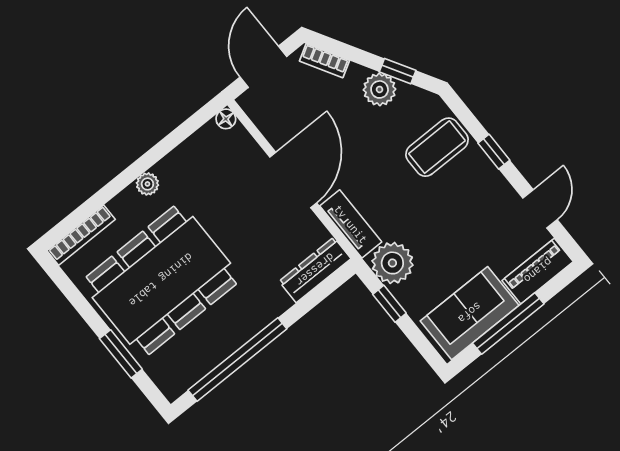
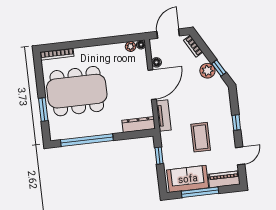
floor lamp: (275, 134) -> (156, 62), added
coffee table: (437, 147) -> (201, 137), moved, turned 90
plant: (147, 184) -> (131, 46), moved
plant: (392, 263) -> (170, 141), removed

